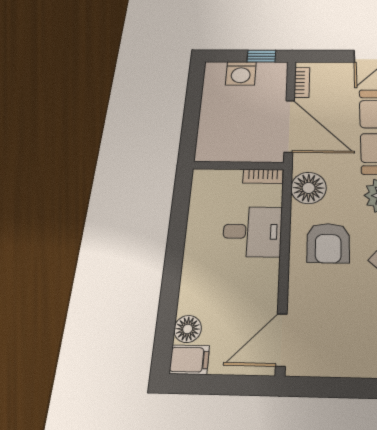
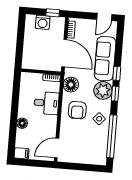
floor lamp: (188, 329) -> (22, 123), moved

